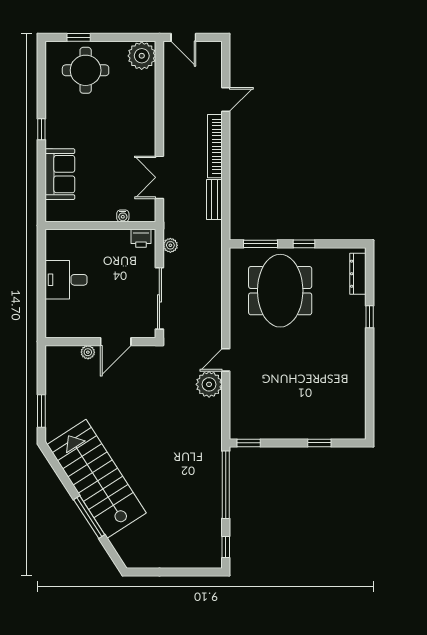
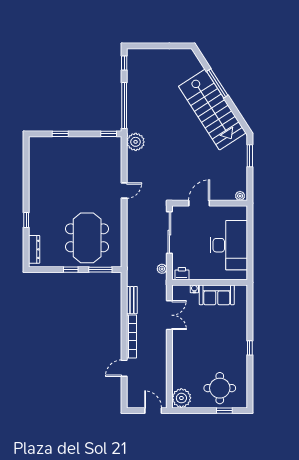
sofa: (60, 174) -> (217, 295), moved, turned -90
desk: (66, 280) -> (229, 245), width x1.87, depth x1.30
plant: (88, 352) -> (240, 196), moved
plant: (209, 384) -> (136, 142), moved

